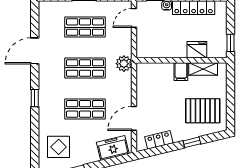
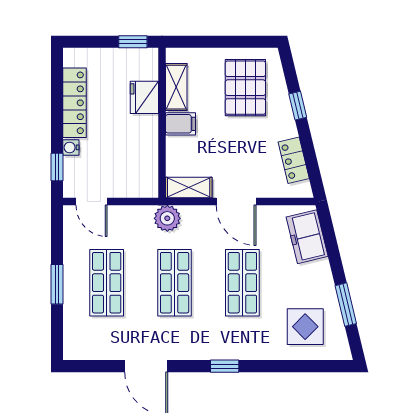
shelving: (142, 77) -> (189, 188), added
door: (134, 118) -> (236, 202), moved

